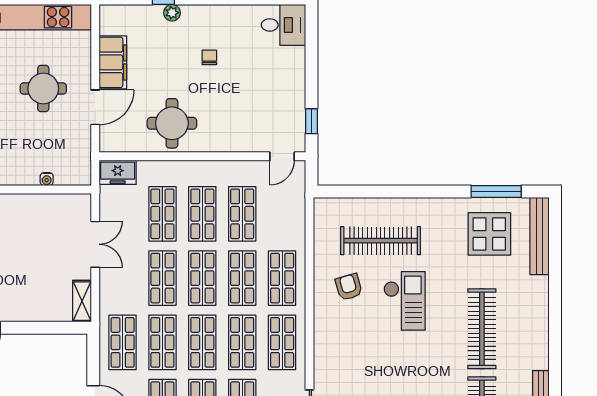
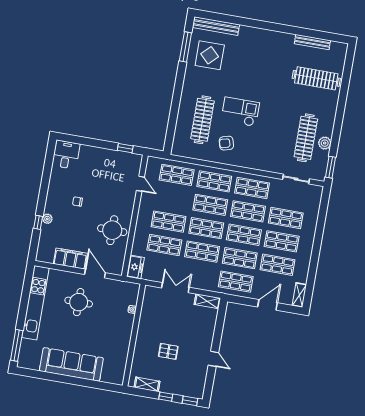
door: (282, 156) -> (140, 184), moved
shop shelf: (242, 214) -> (177, 175), moved
clothes rail: (482, 329) -> (265, 69), removed

